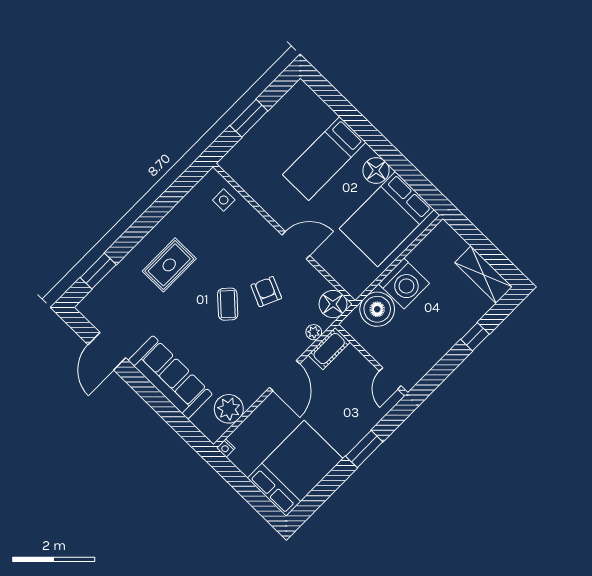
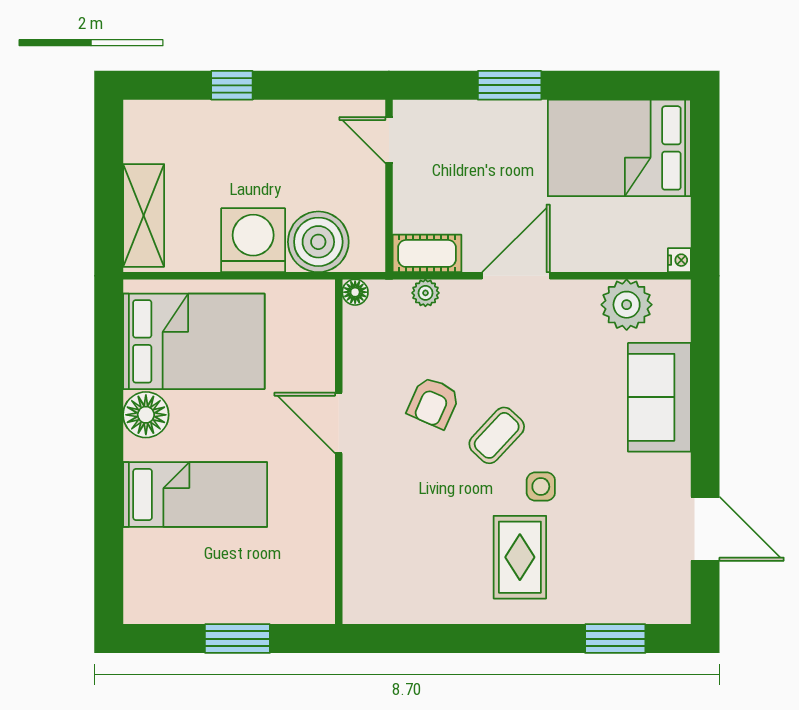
side table: (224, 200) -> (541, 487), moved
rug: (169, 265) -> (520, 557), turned 90
shelving: (484, 275) -> (144, 215), moved
floor lamp: (333, 304) -> (355, 292), width x0.53, depth x0.53
door: (107, 351) -> (705, 529), hinge flipped
sofa: (170, 377) -> (659, 397), width x0.73
door: (390, 378) -> (389, 140), swing flipped

